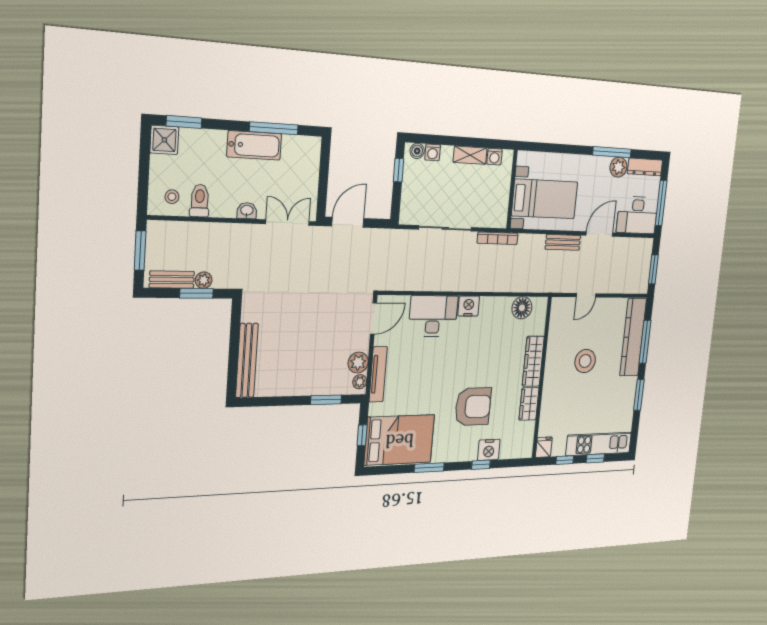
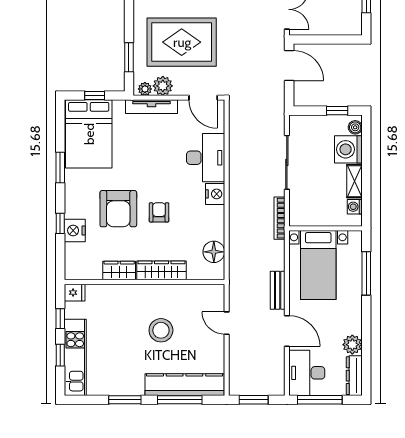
washing machine: (433, 152) -> (348, 149), width x1.89, depth x1.89
window: (612, 152) -> (366, 273), moved
rug: (314, 342) -> (182, 42), added
armchair: (480, 365) -> (159, 212), added

